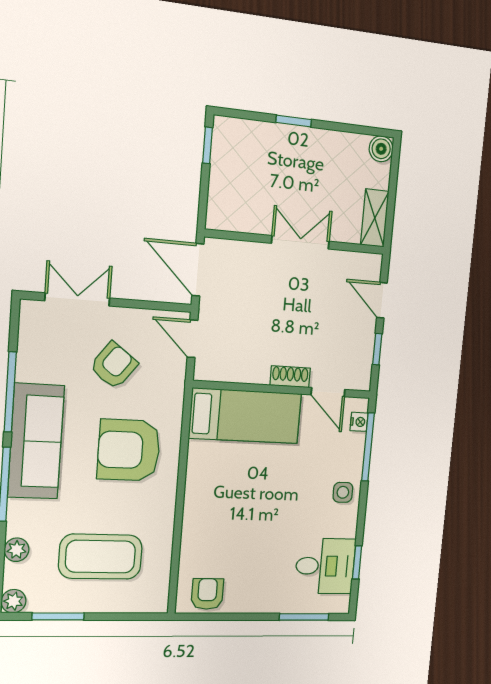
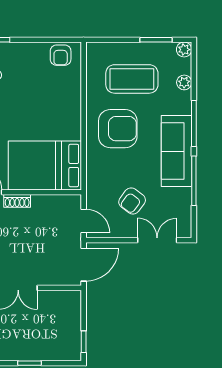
door: (198, 270) -> (84, 265), hinge flipped
double door: (77, 299) -> (157, 240), swing flipped
bed: (245, 416) -> (45, 165), width x1.50
armchair: (129, 450) -> (118, 129), moved

